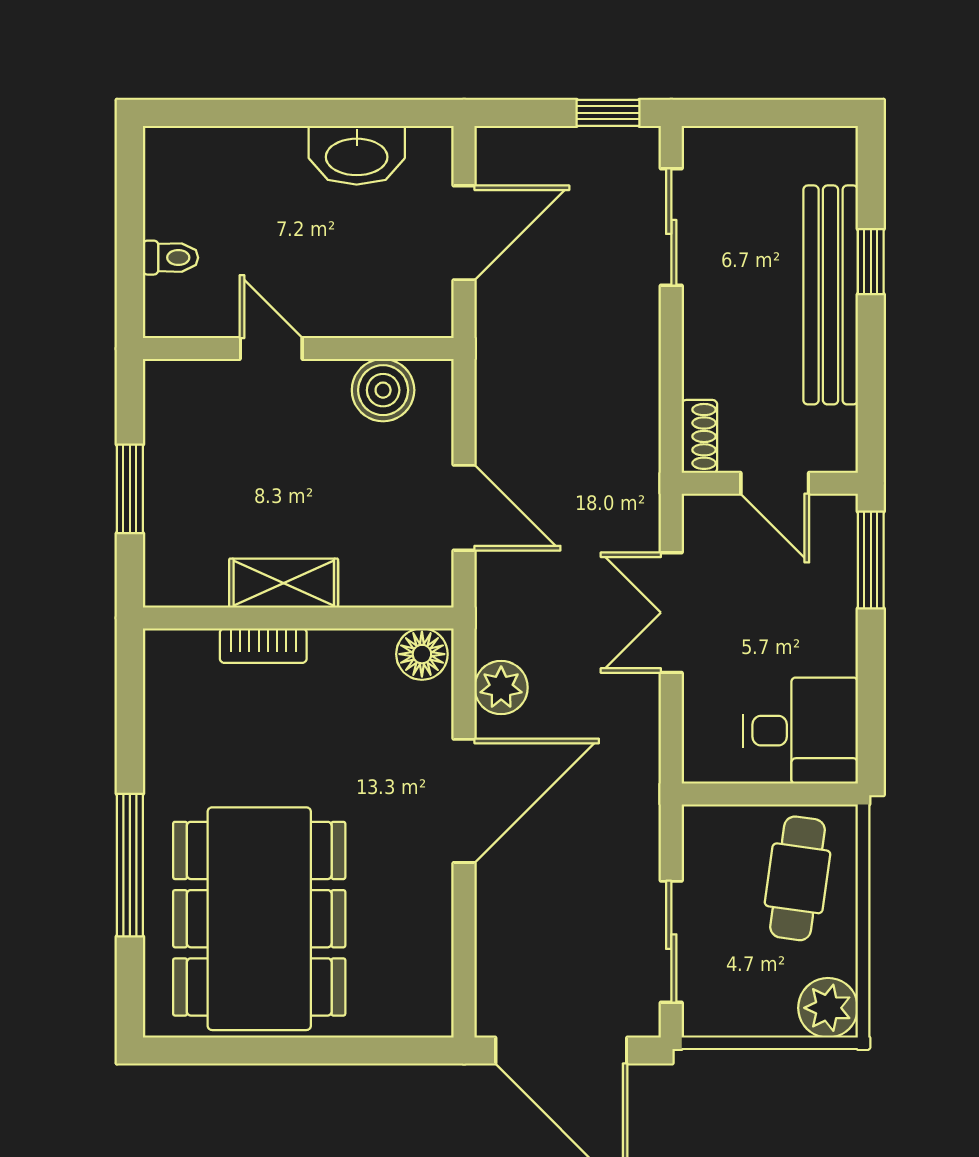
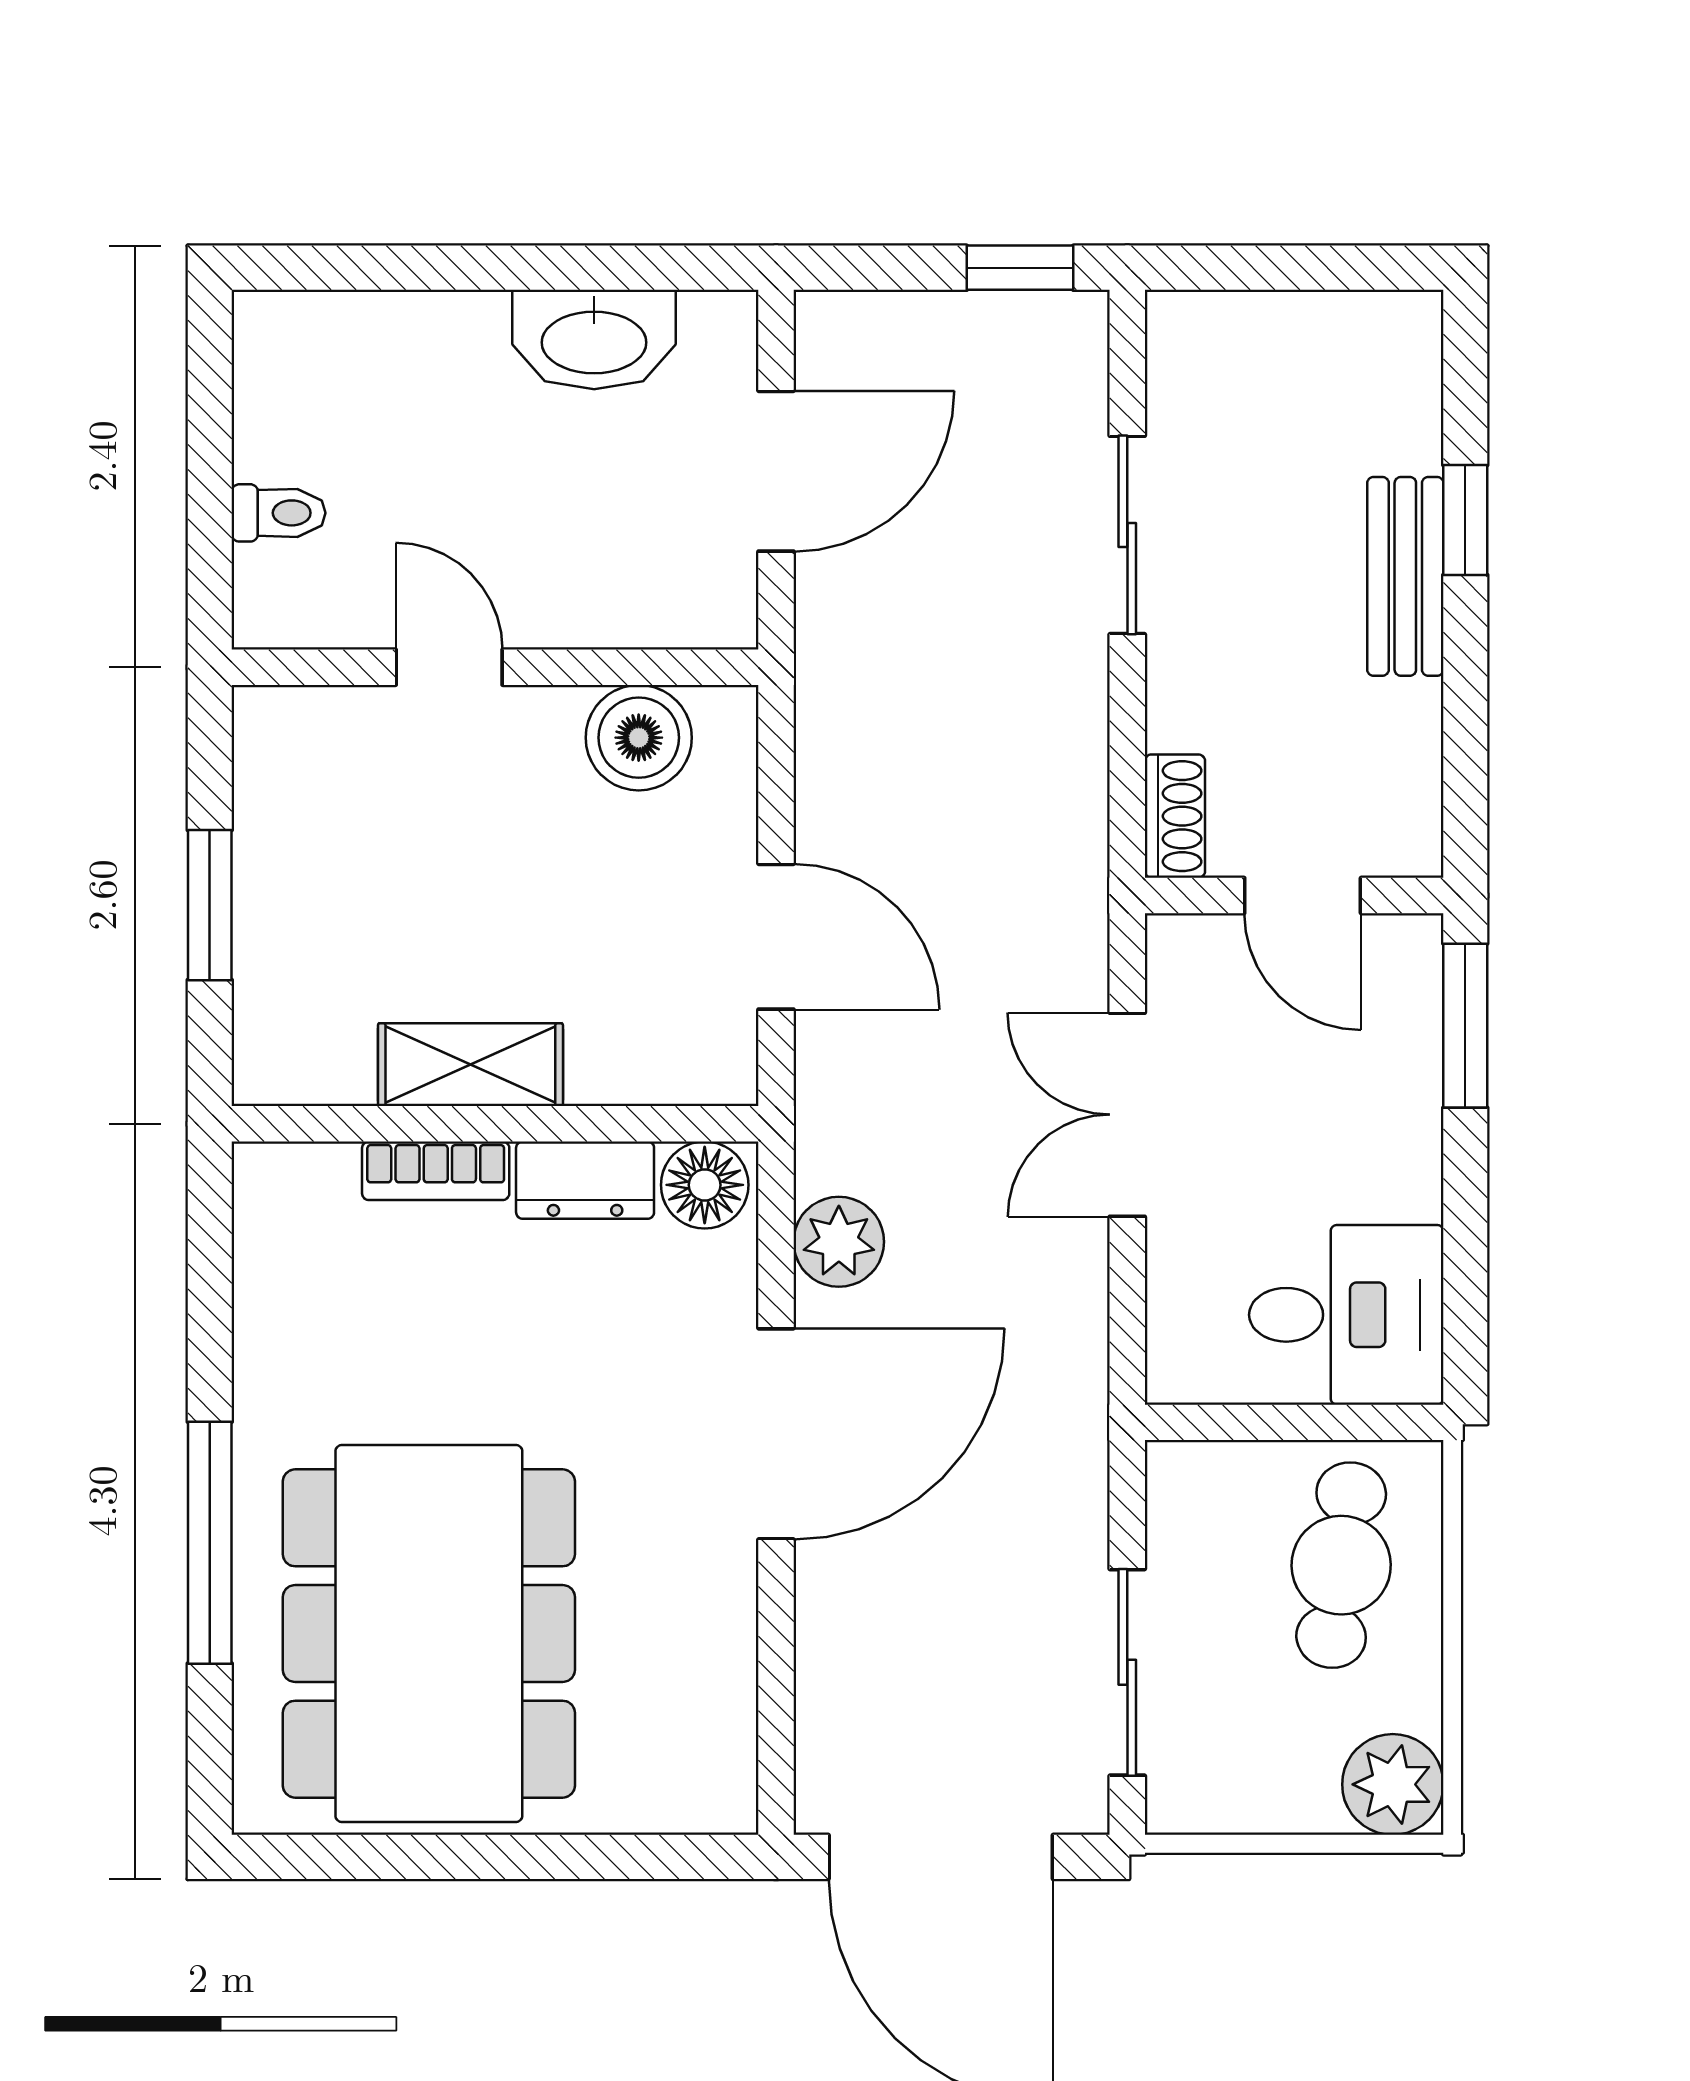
sliding door: (671, 227) -> (1127, 535), moved
bench: (831, 295) -> (1405, 576), width x0.54, depth x0.82
dresser: (351, 651) -> (585, 1180), added

